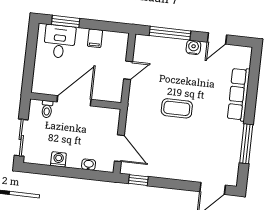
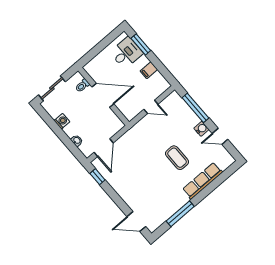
coffee table: (177, 108) -> (177, 158), moved

